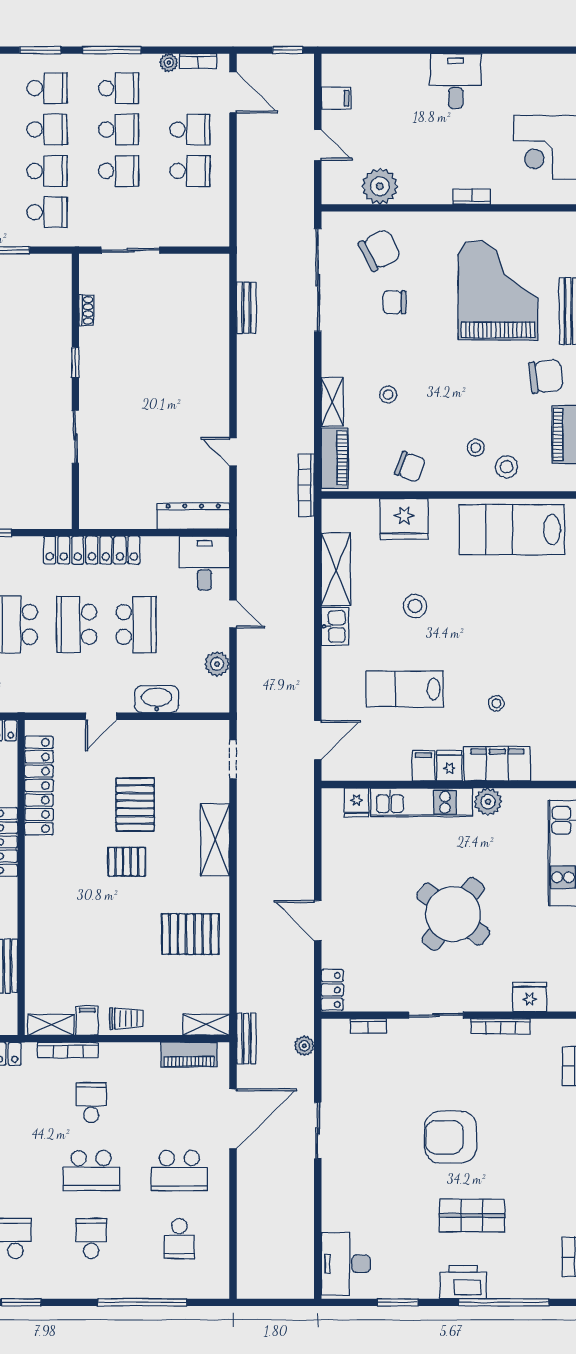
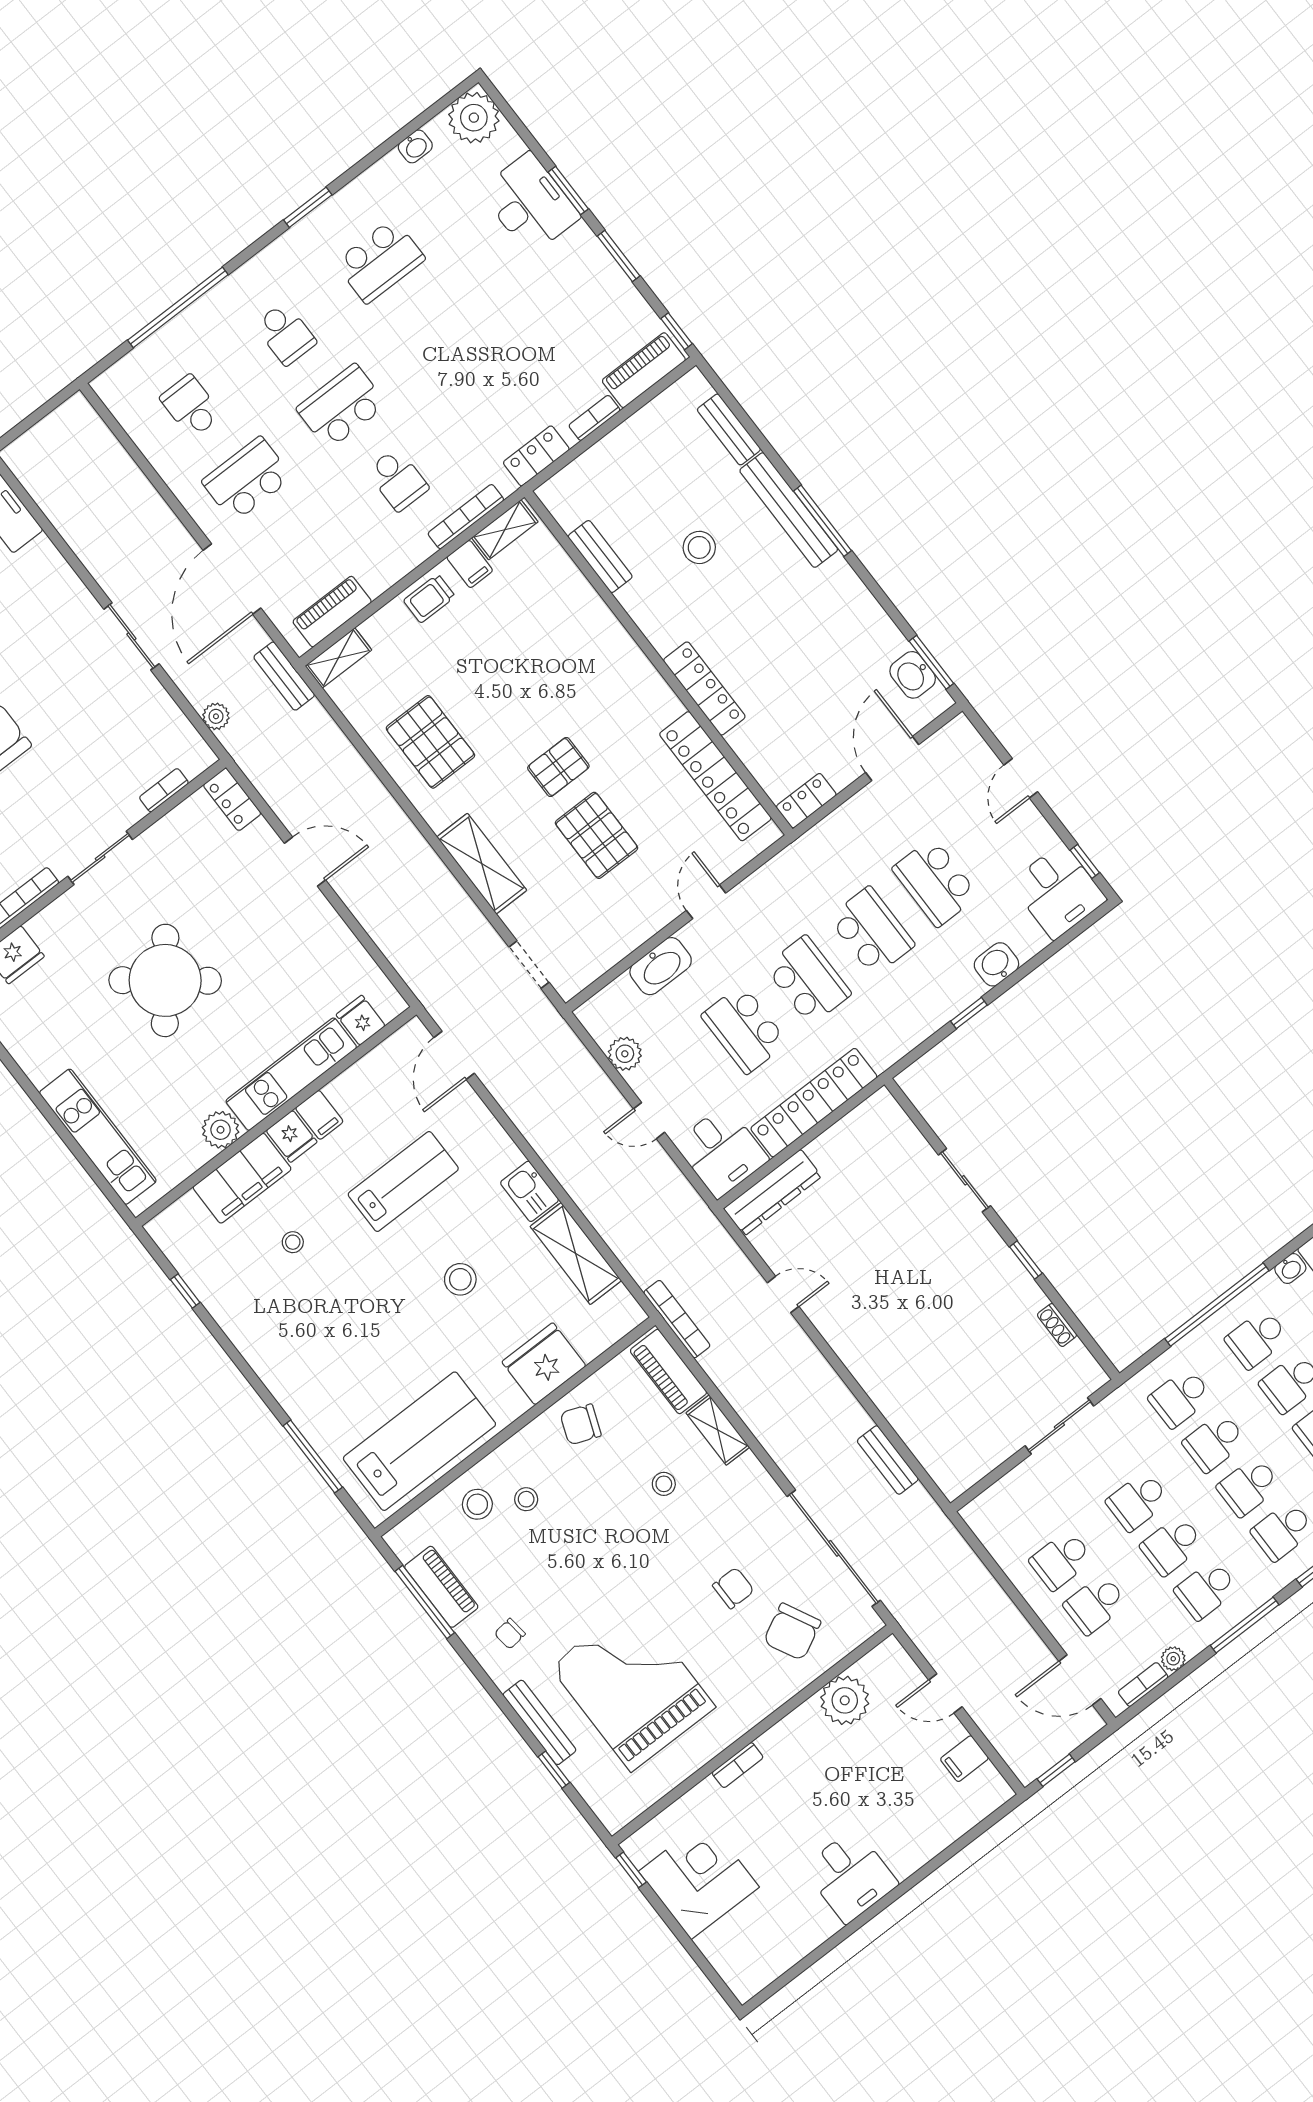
grand piano: (498, 290) -> (633, 1687), turned 180
chair: (546, 376) -> (510, 1634), width x0.54, depth x0.54
locker: (92, 550) -> (814, 1103), moved
pallet: (190, 934) -> (430, 742), turned 90

